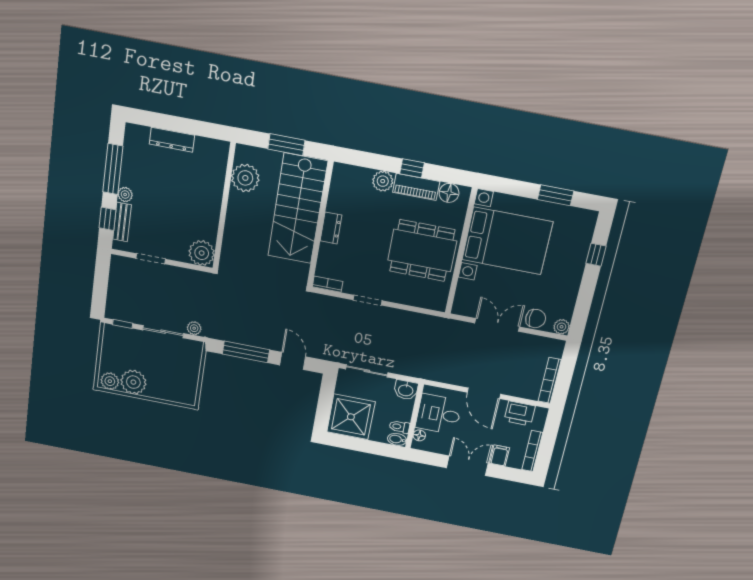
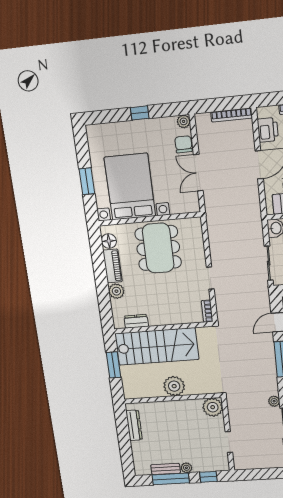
dresser: (172, 140) -> (134, 425), moved
window: (412, 168) -> (100, 273), removed
plant: (245, 178) -> (174, 386), moved
window: (556, 195) -> (87, 181), moved
bench: (122, 222) -> (166, 469), moved
dresser: (331, 228) -> (136, 321), moved
window: (596, 255) -> (140, 113), moved

